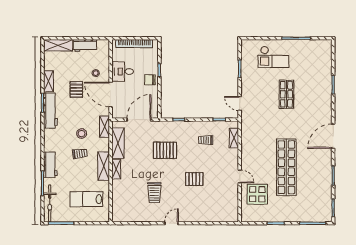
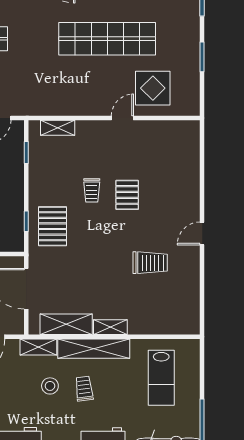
trolley: (206, 140) -> (92, 190), moved
pallet: (165, 150) -> (52, 226), moved
shelving: (104, 166) -> (94, 349), width x1.47
door: (171, 223) -> (202, 234), hinge flipped

